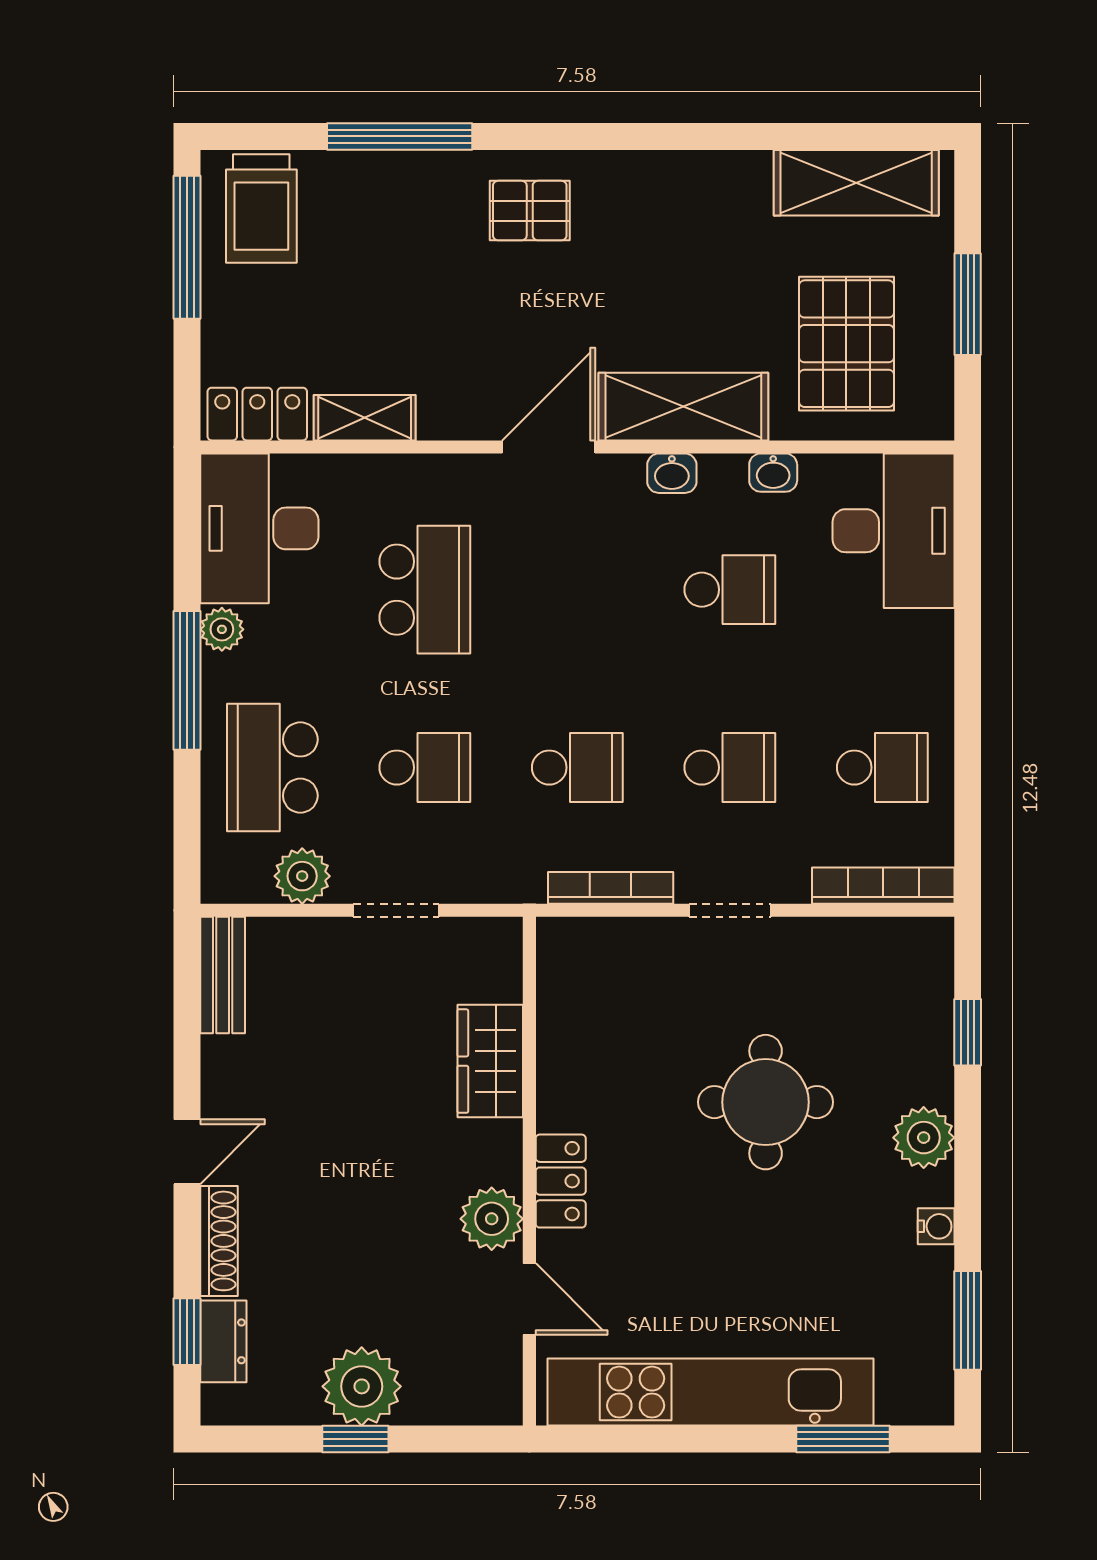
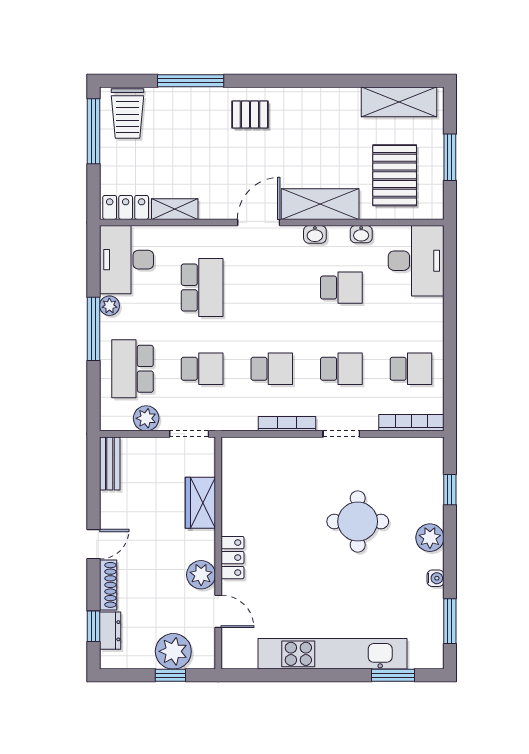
wardrobe: (490, 1061) -> (200, 503), moved
wall: (529, 1171) -> (218, 553), moved
locker: (561, 1181) -> (233, 558), moved
plant: (492, 1219) -> (201, 575), moved
door: (529, 1299) -> (218, 611), moved

